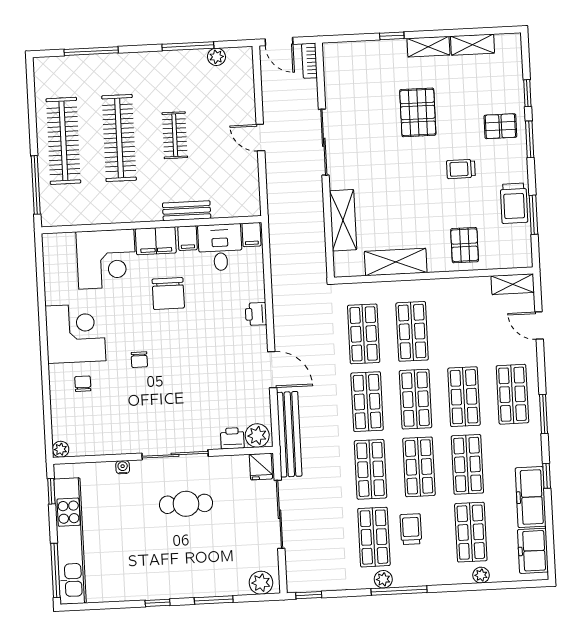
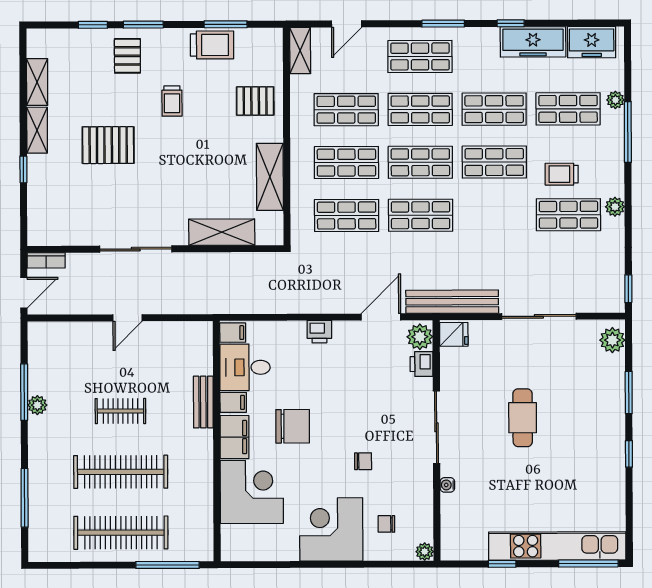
plant: (216, 57) -> (37, 405), moved
plant: (257, 436) -> (420, 337), moved
printer: (232, 438) -> (422, 364), moved
plant: (61, 449) -> (425, 552), moved
wall: (163, 455) -> (437, 440), moved
sliding door: (175, 455) -> (437, 427), moved
water cooler: (123, 467) -> (447, 485), moved
fridge: (261, 467) -> (454, 334), moved
shop shelf: (370, 469) -> (346, 110), moved
window: (399, 591) -> (628, 132), moved

